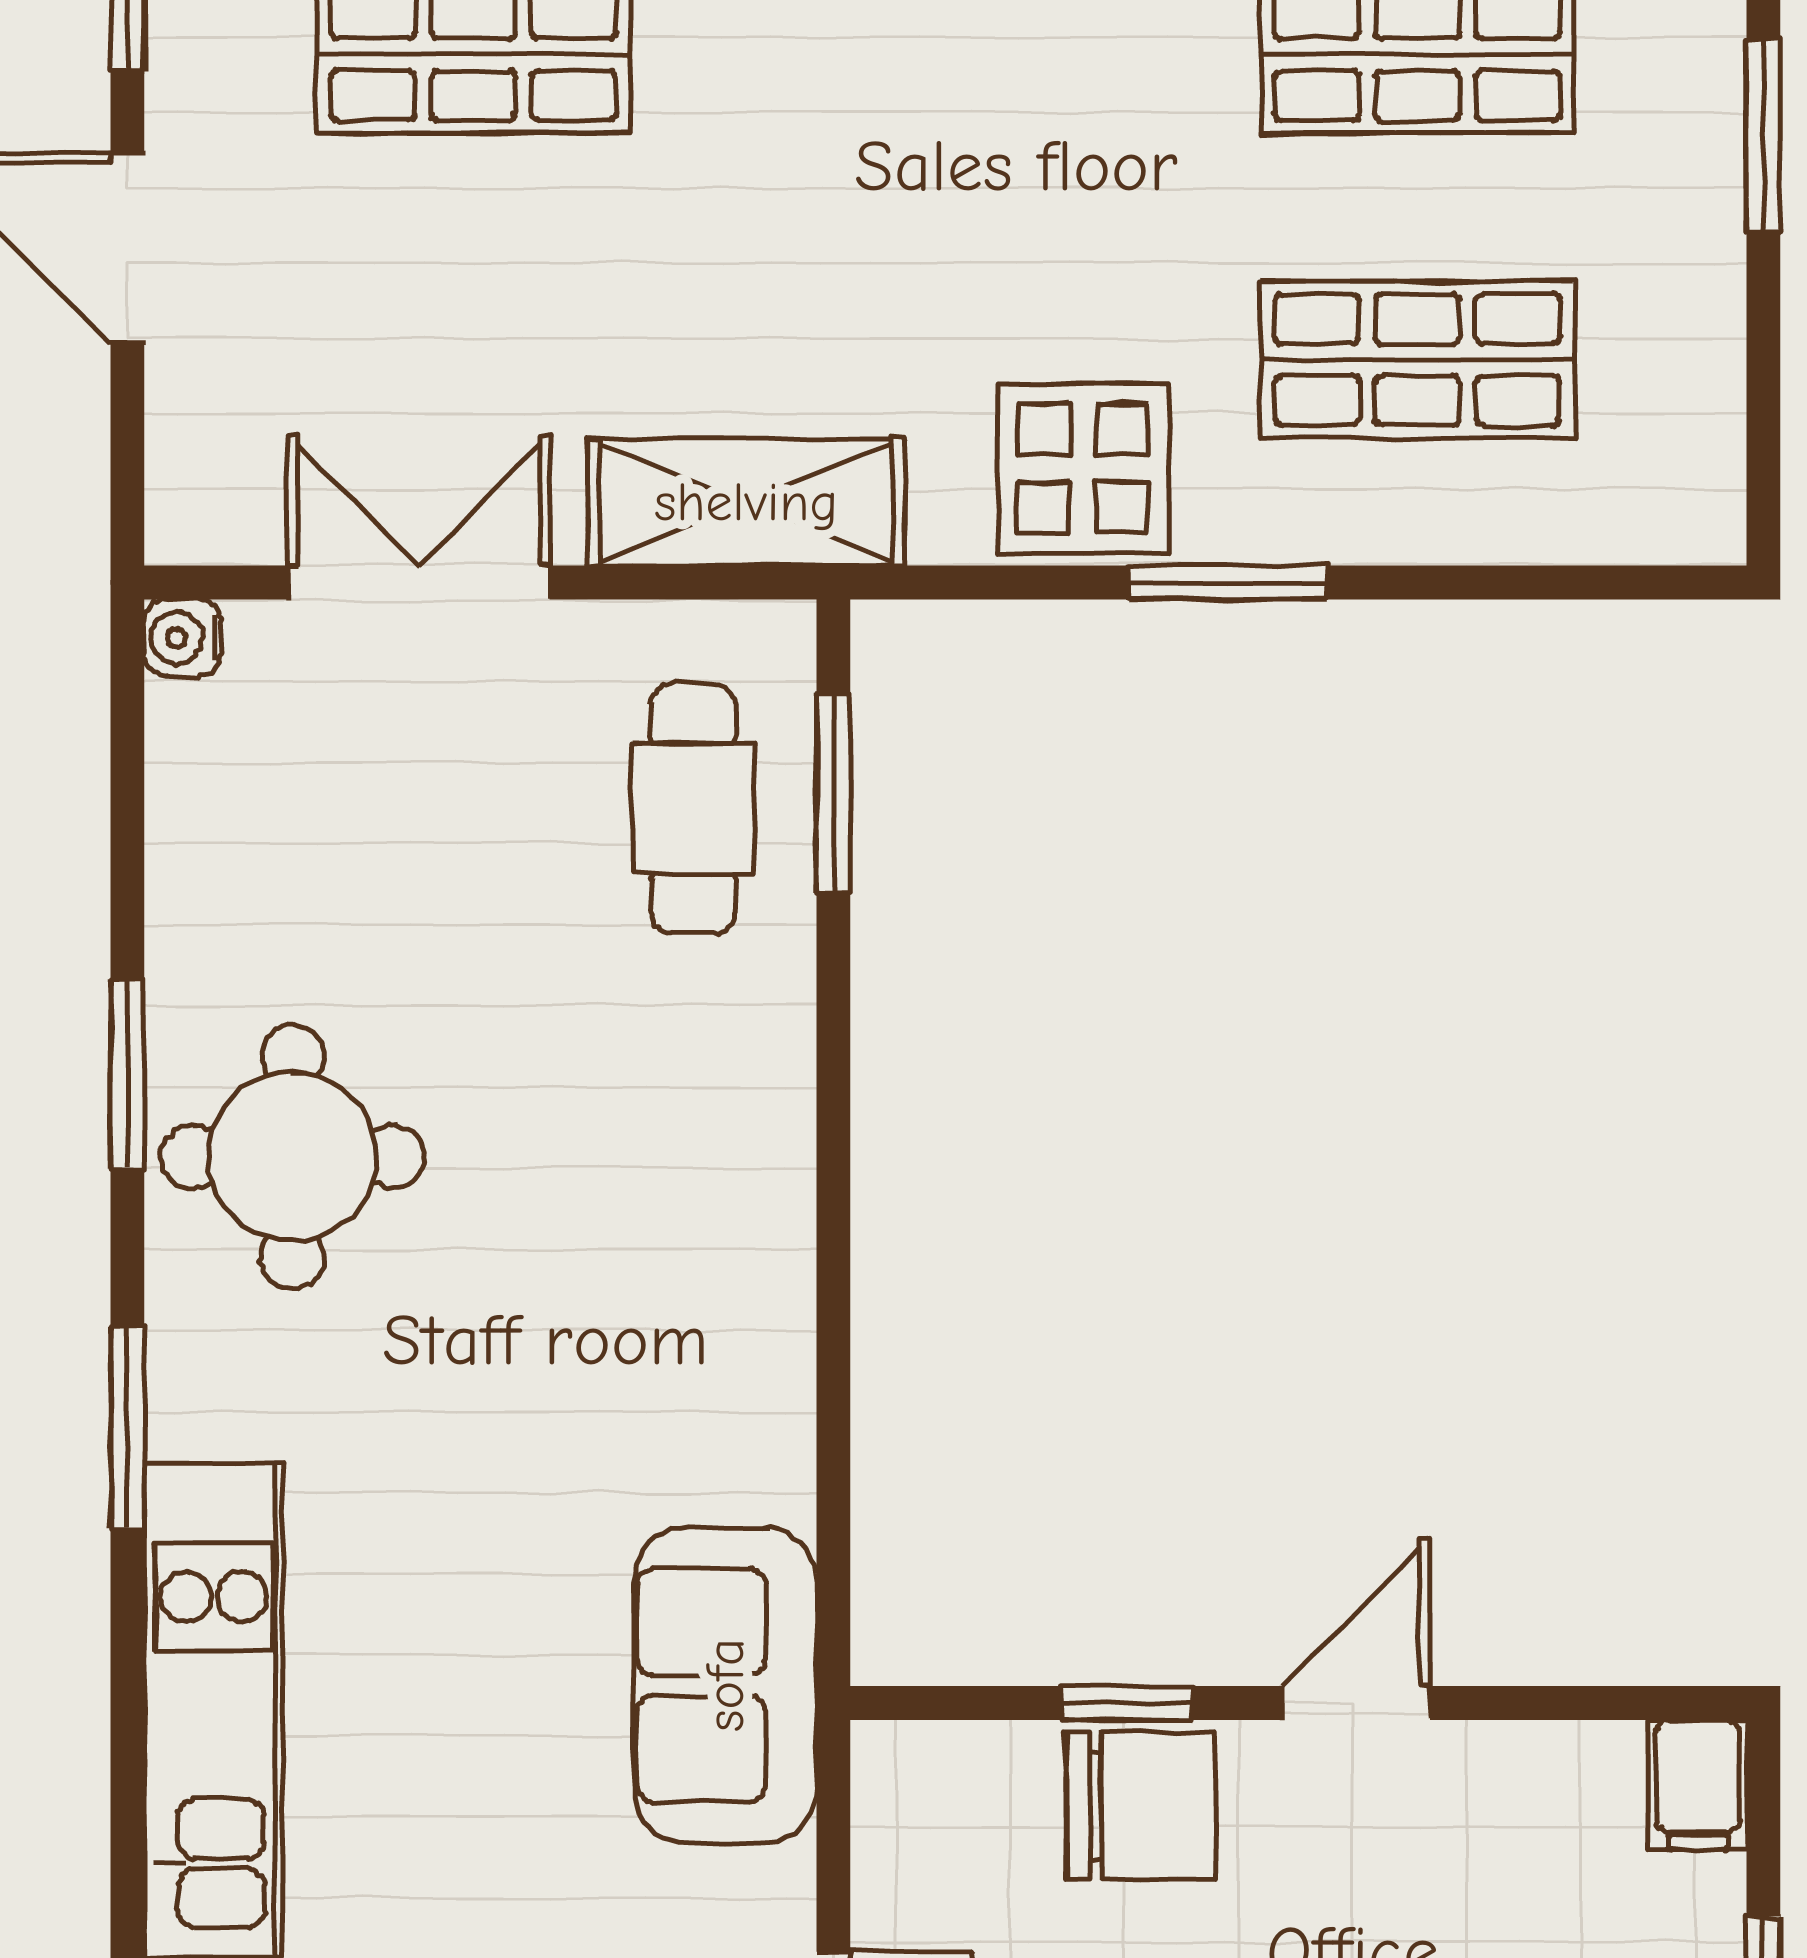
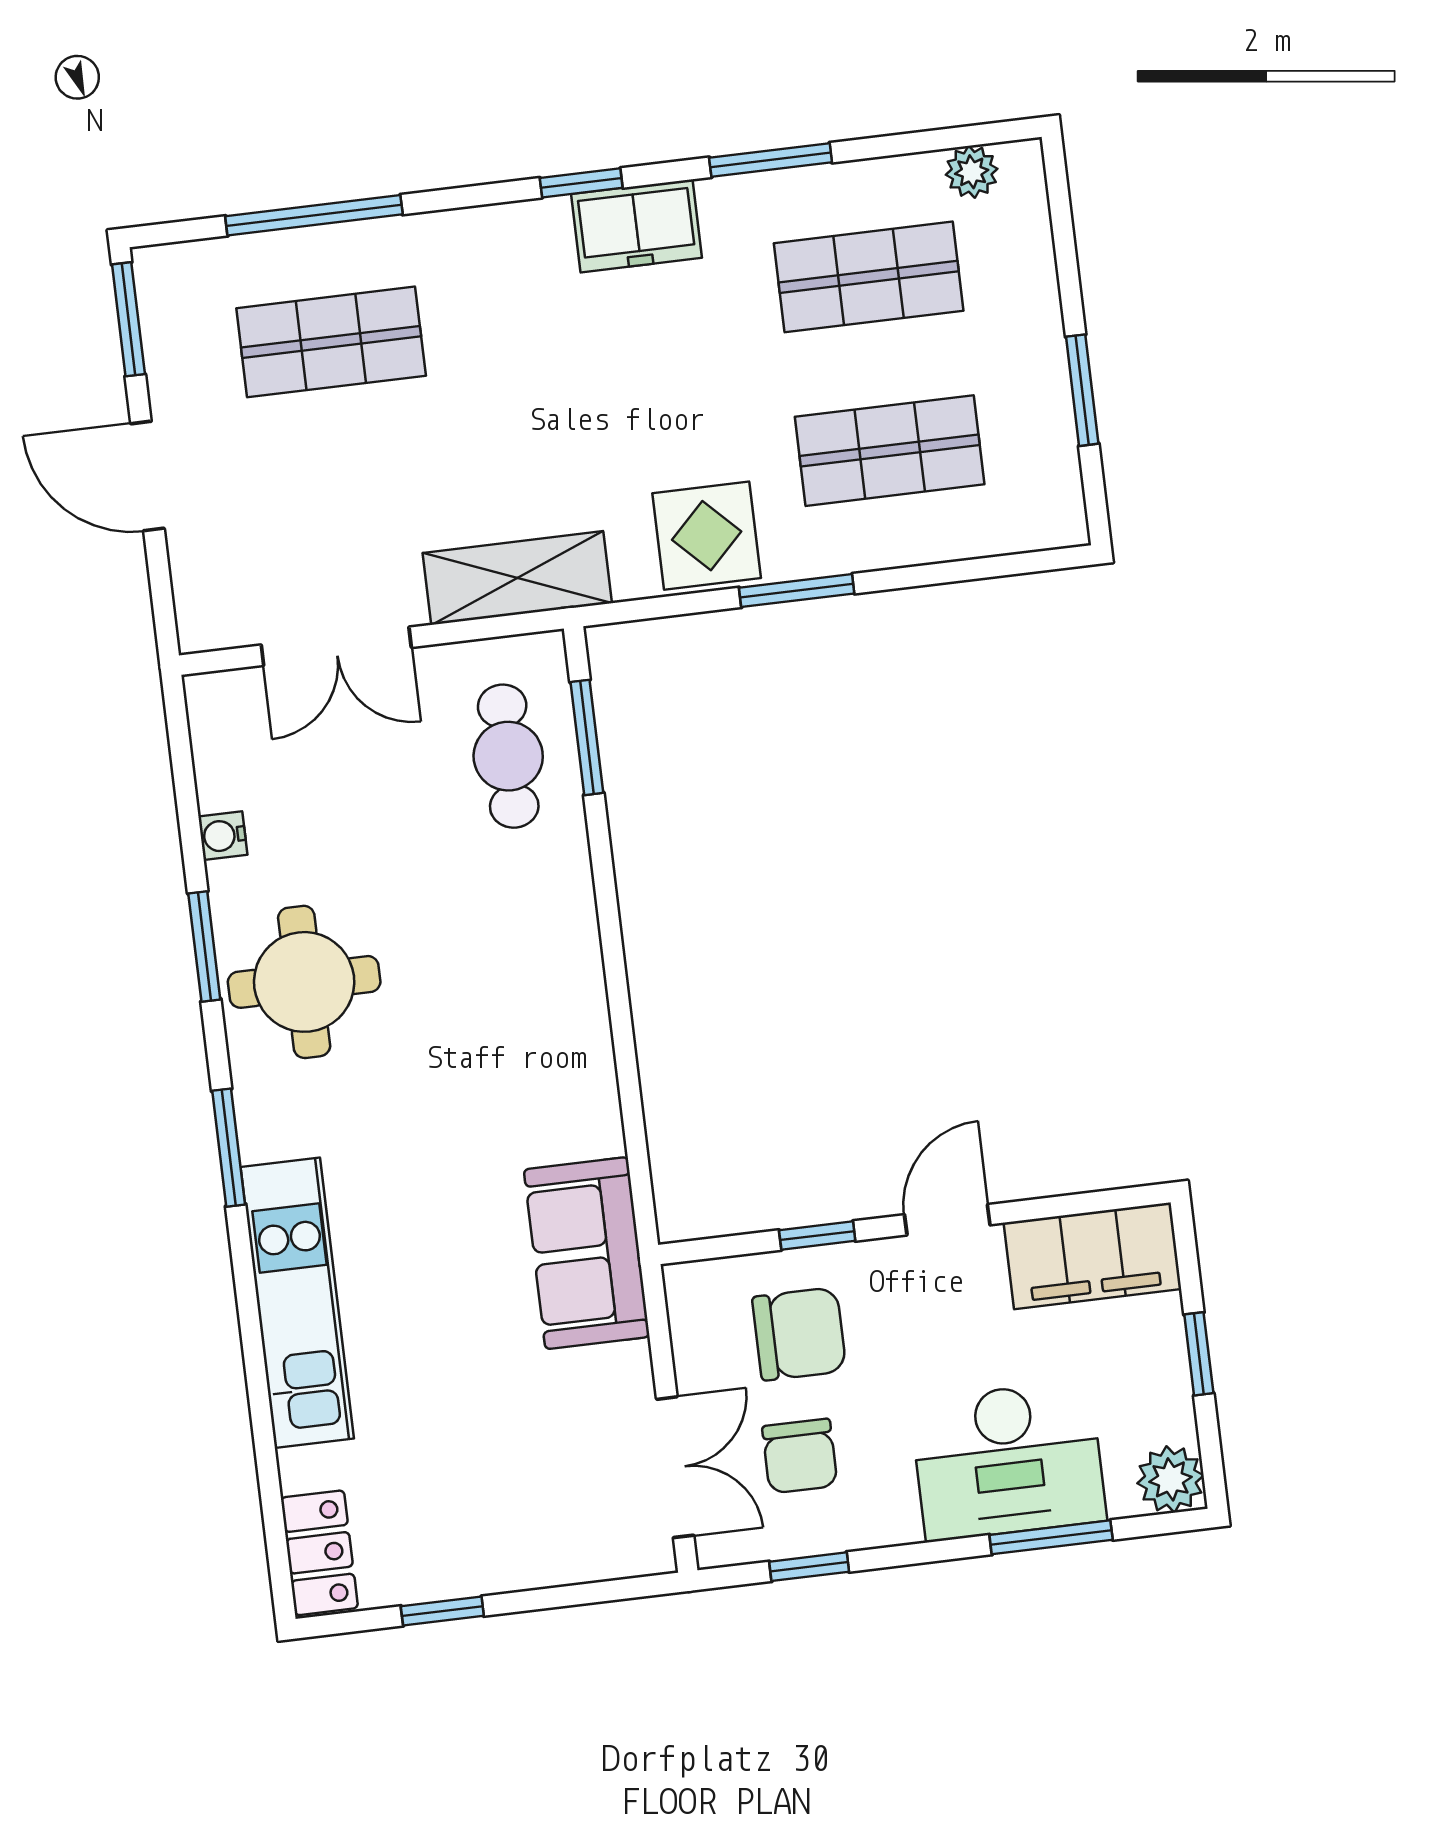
window: (1763, 135) -> (1082, 390), moved
double door: (419, 582) -> (336, 646), swing flipped
water cooler: (183, 638) -> (223, 836), moved
filing cabinet: (1698, 1785) -> (1092, 1256), width x3.00, depth x1.17
chair: (1141, 1805) -> (799, 1334), moved

